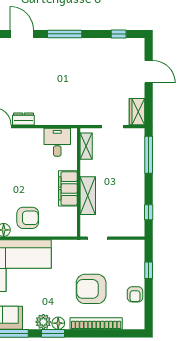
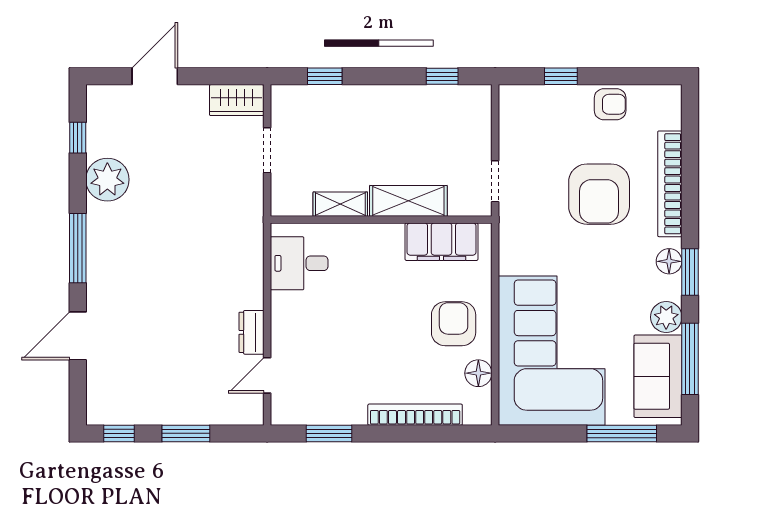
plant: (98, 48) -> (107, 180), added
shelving: (86, 146) -> (340, 204), moved
window: (149, 155) -> (325, 76), width x0.46
filing cabinet: (68, 188) -> (442, 242), moved
plant: (43, 322) -> (666, 317), moved

